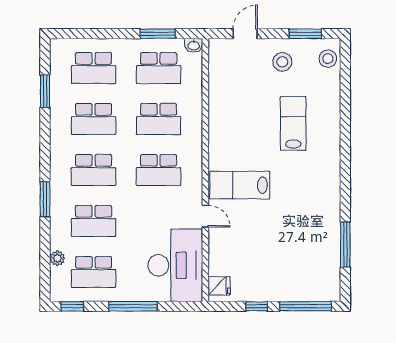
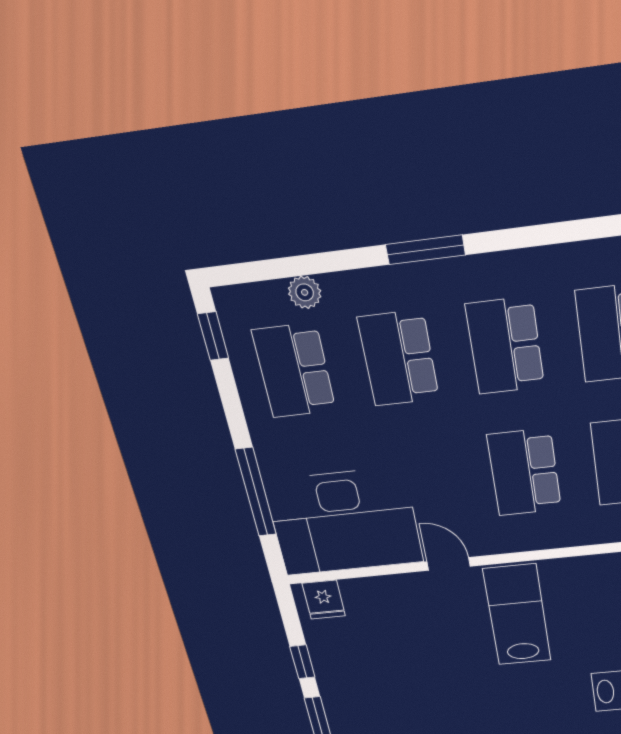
door: (205, 216) -> (449, 564), swing flipped
window: (133, 306) -> (256, 492), moved

